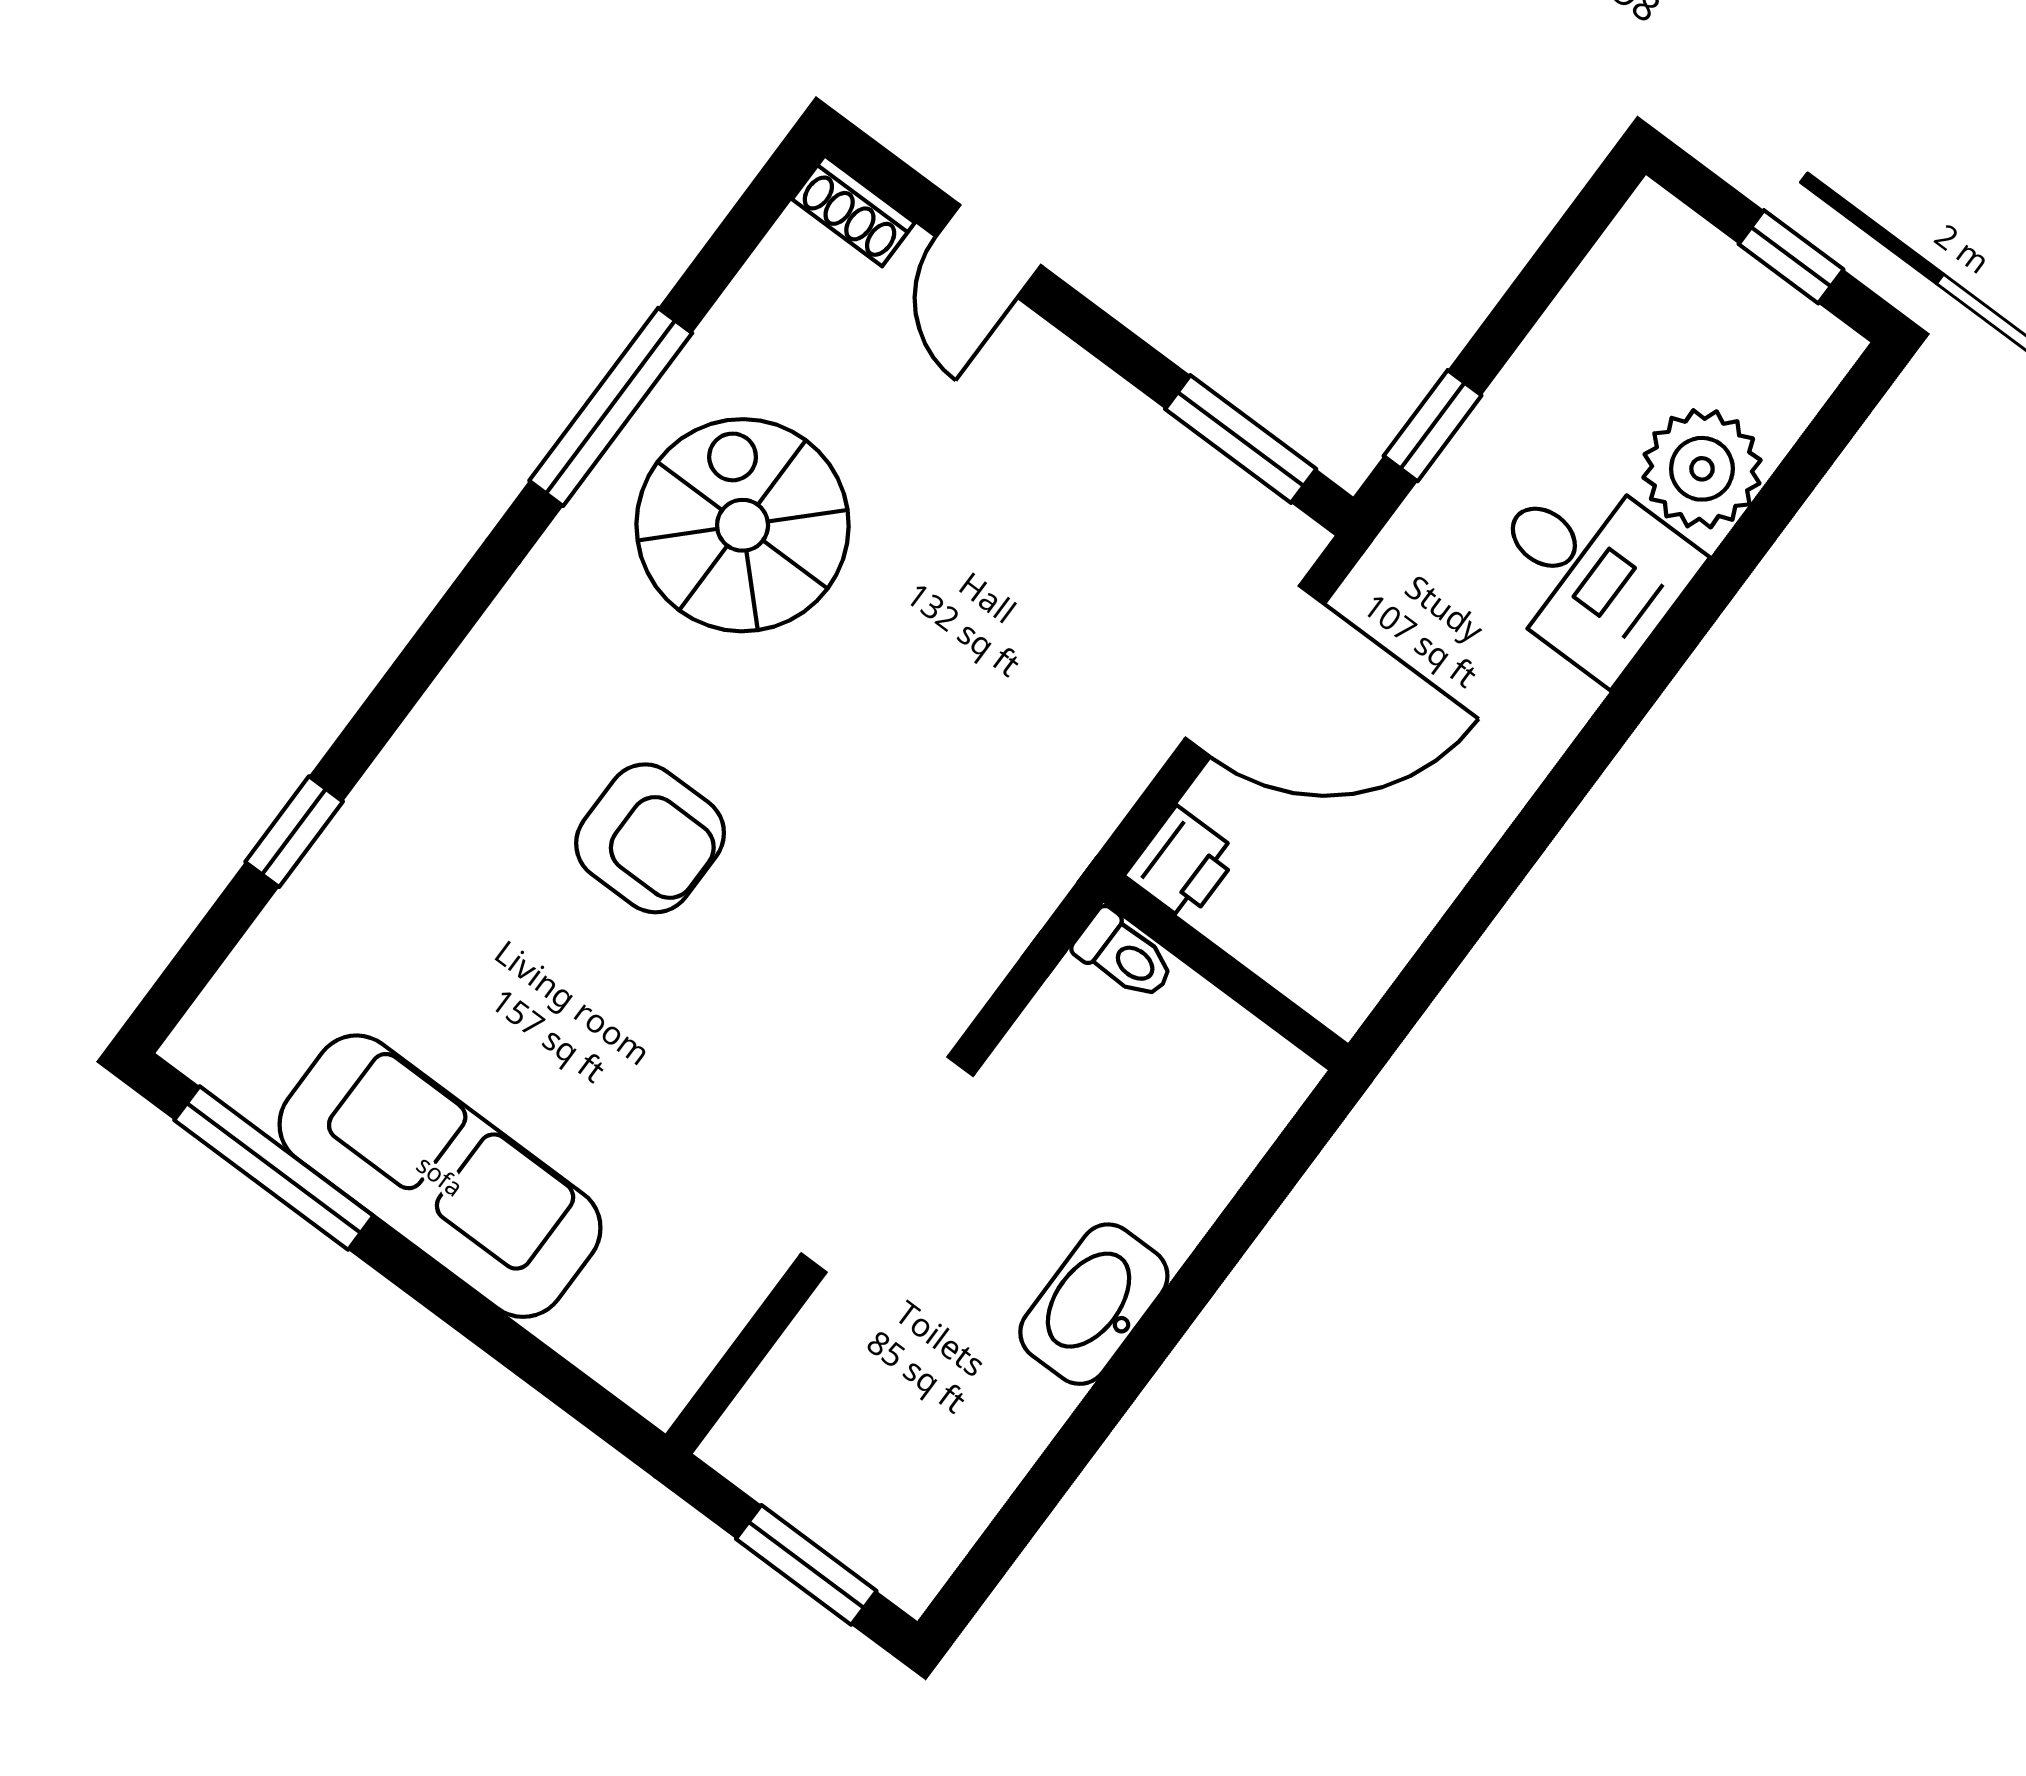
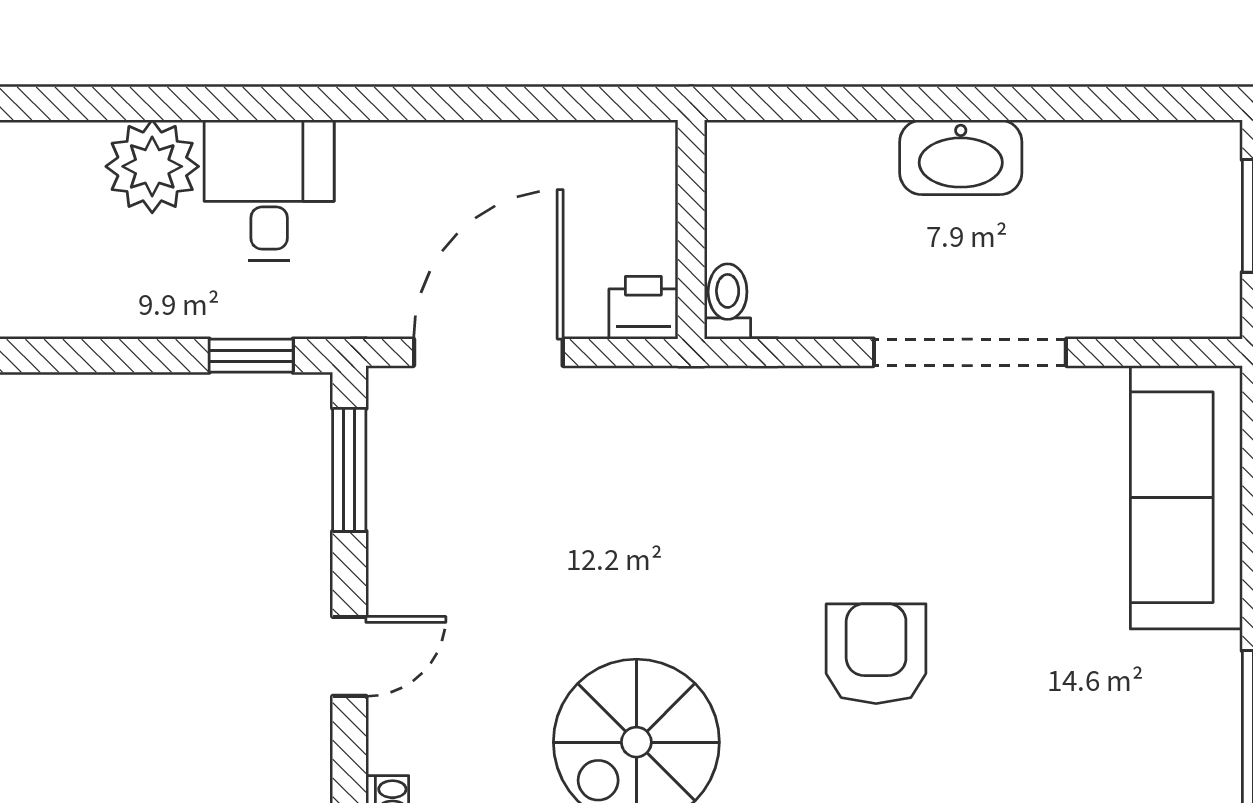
door: (988, 251) -> (349, 656), moved
door: (1255, 671) -> (488, 352), hinge flipped
sofa: (440, 1176) -> (1186, 497), moved

